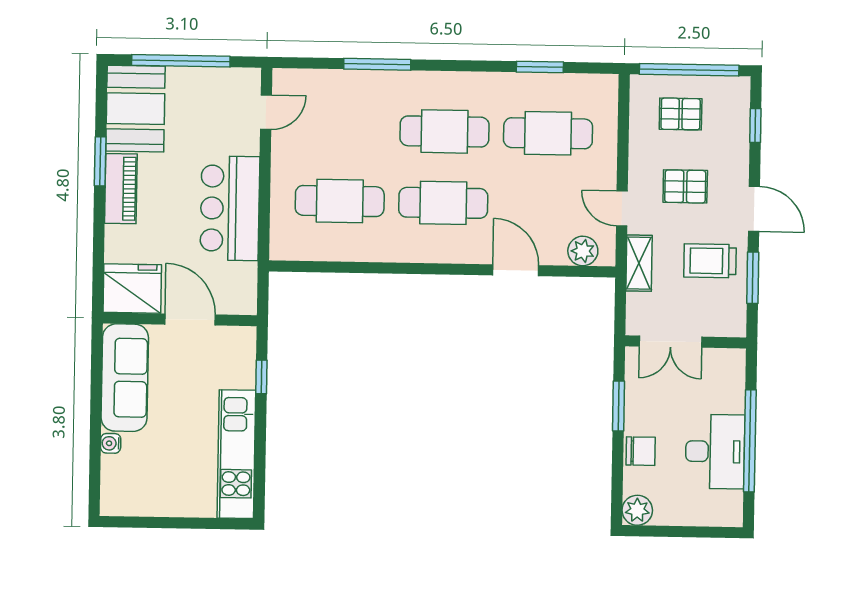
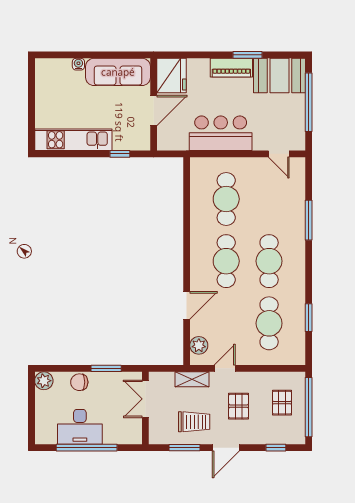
trolley: (710, 261) -> (194, 422), turned 90
chair: (641, 451) -> (79, 382), turned 90

